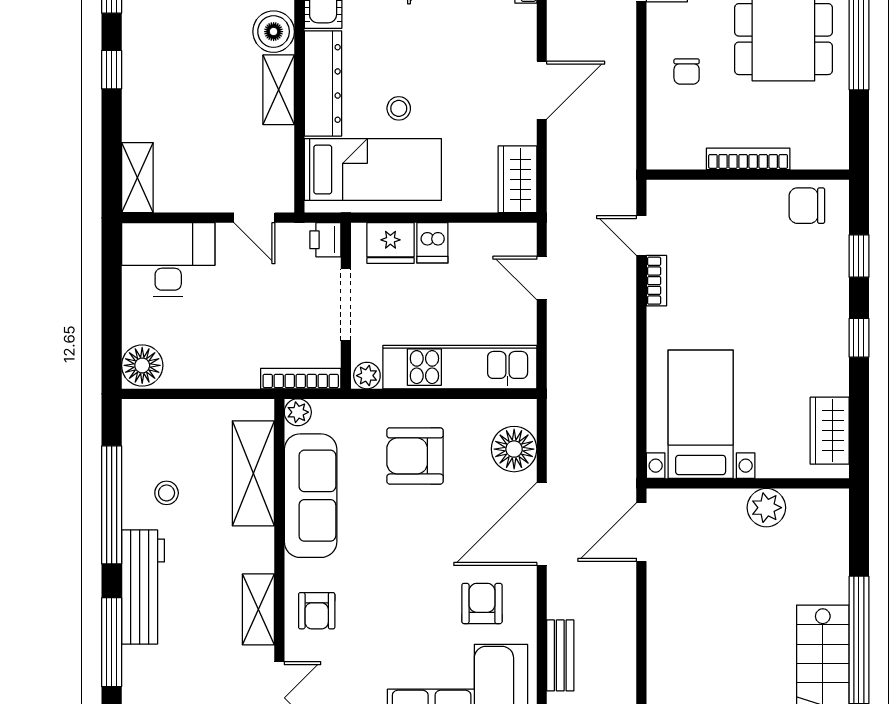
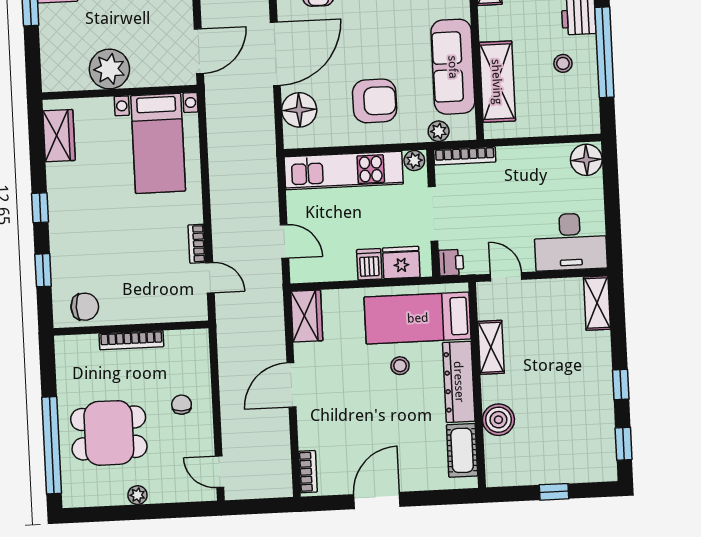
shelving: (279, 90) -> (491, 347), moved
plant: (298, 412) -> (439, 131), moved
plant: (766, 508) -> (109, 69), width x1.36, depth x1.36

